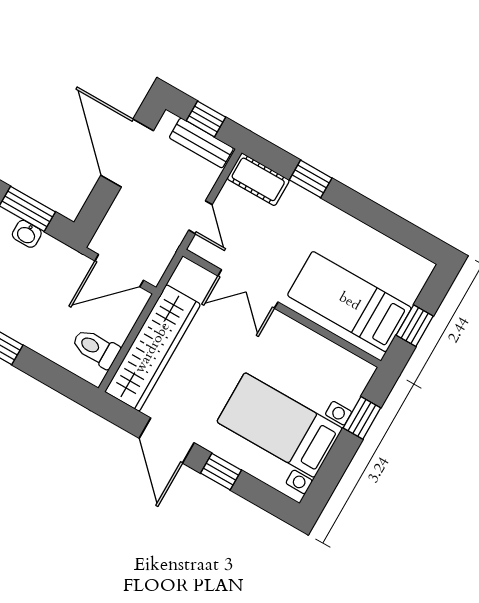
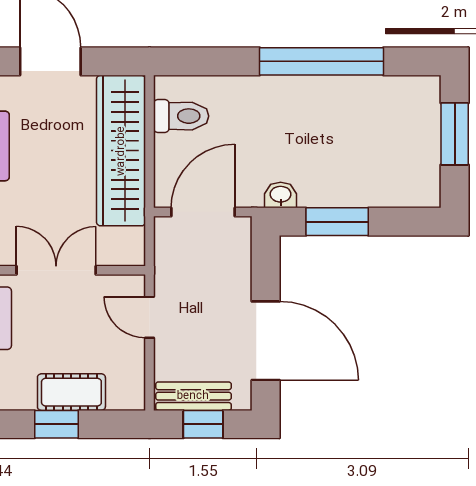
cot: (258, 179) -> (71, 392), moved
washbasin: (27, 234) -> (281, 195), moved

